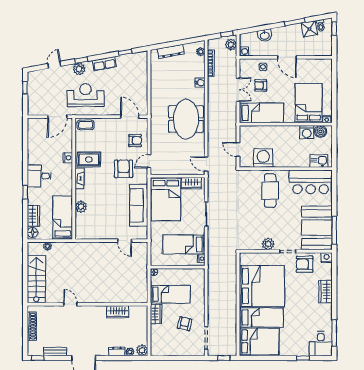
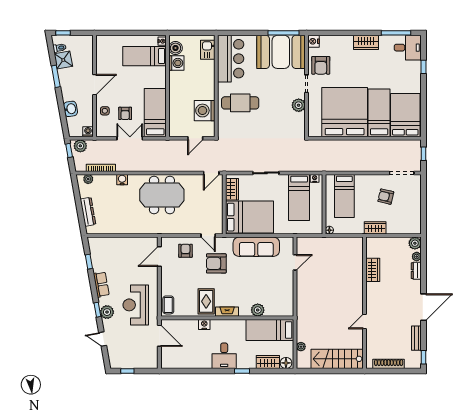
bed: (309, 103) -> (145, 56), width x0.67
wardrobe: (326, 291) -> (366, 42), moved
bed: (170, 294) -> (344, 196), moved, turned 180

